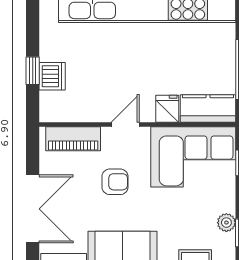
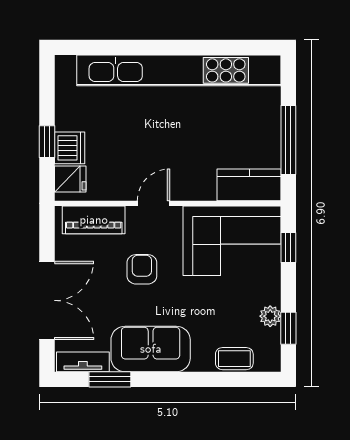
fridge: (167, 109) -> (70, 179), moved, turned 90
armchair: (115, 182) -> (142, 269), turned -90

